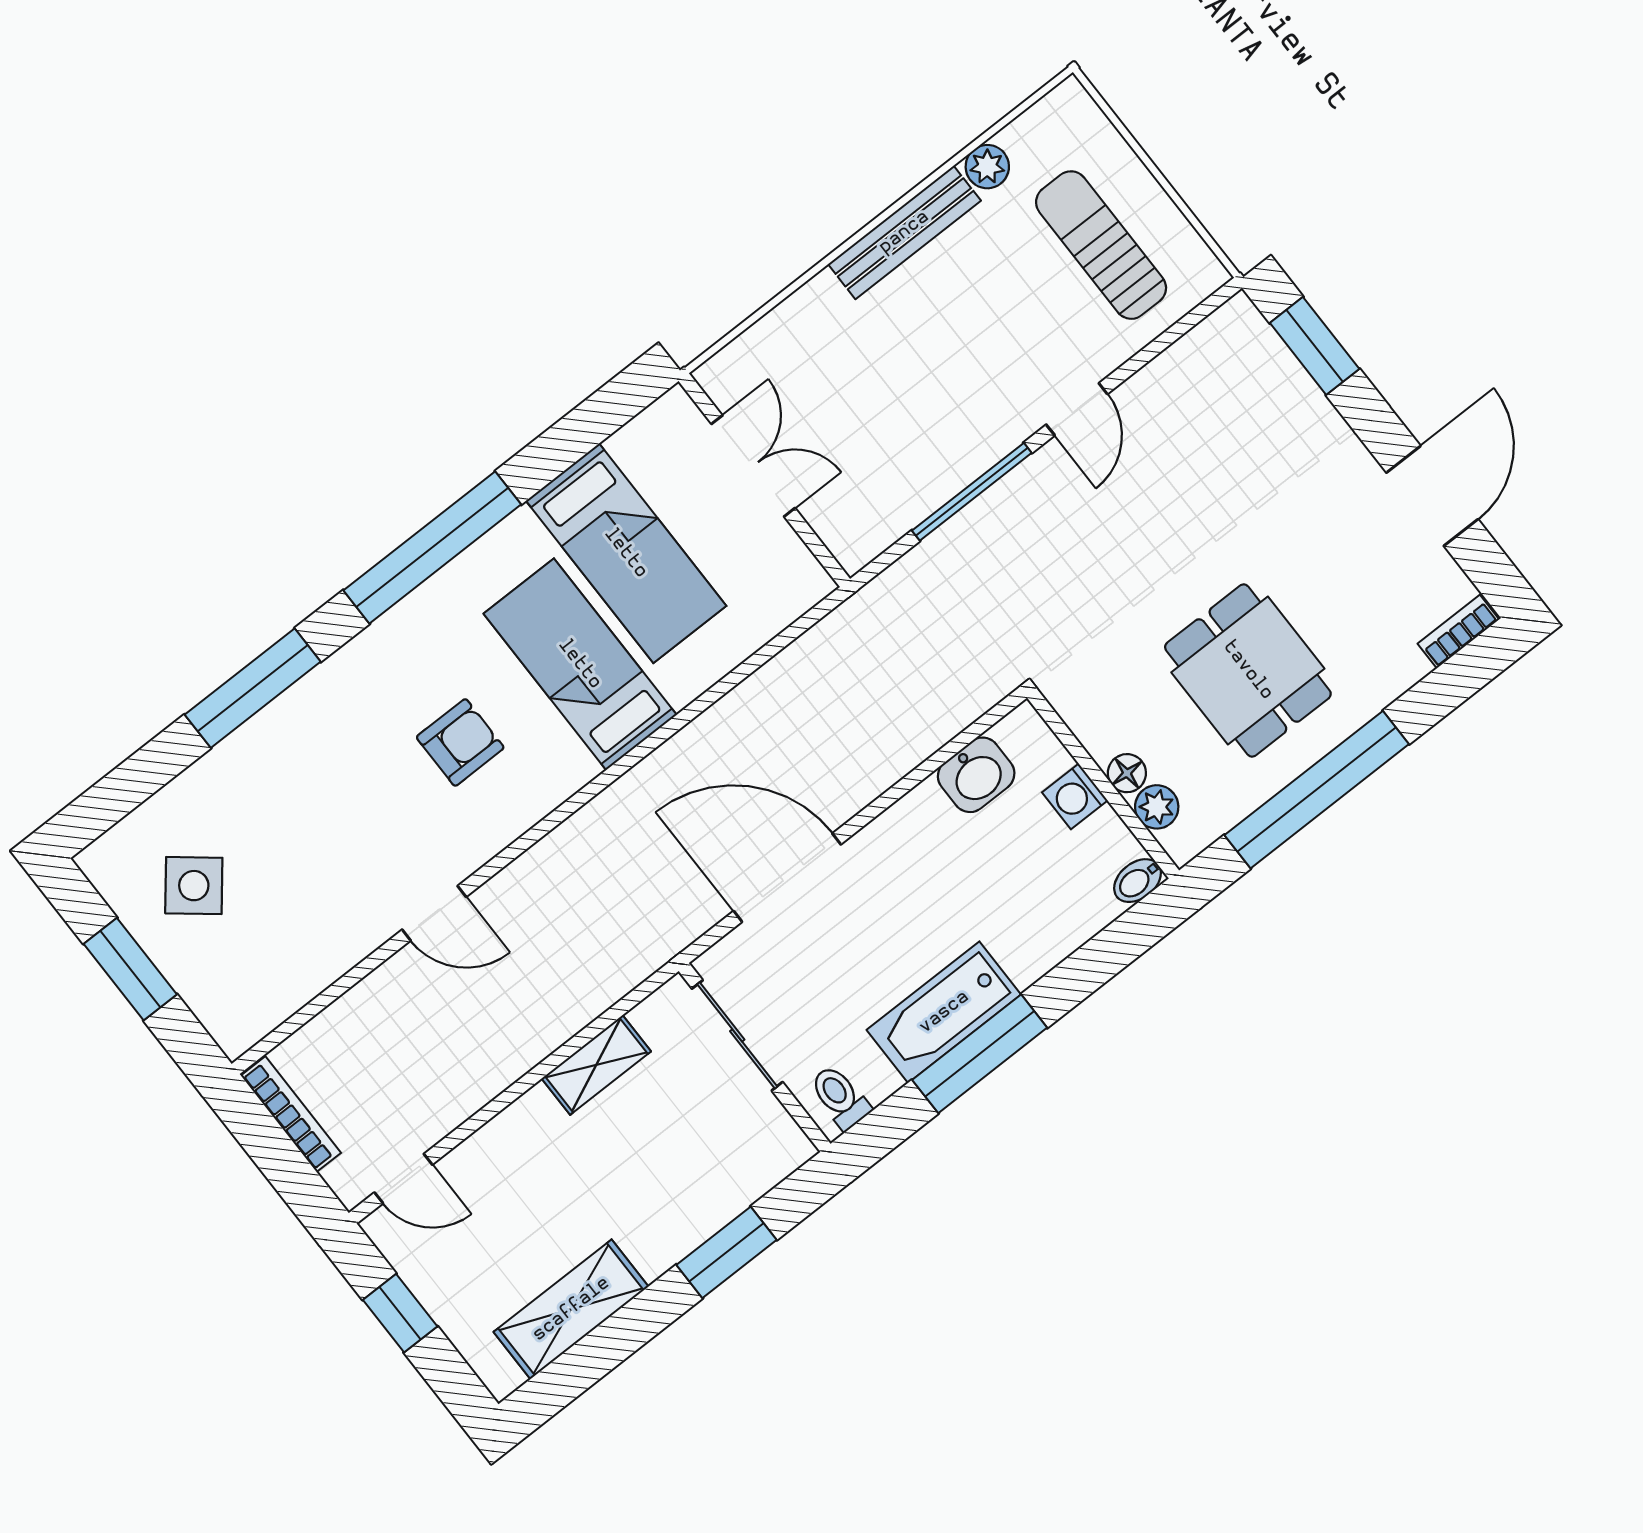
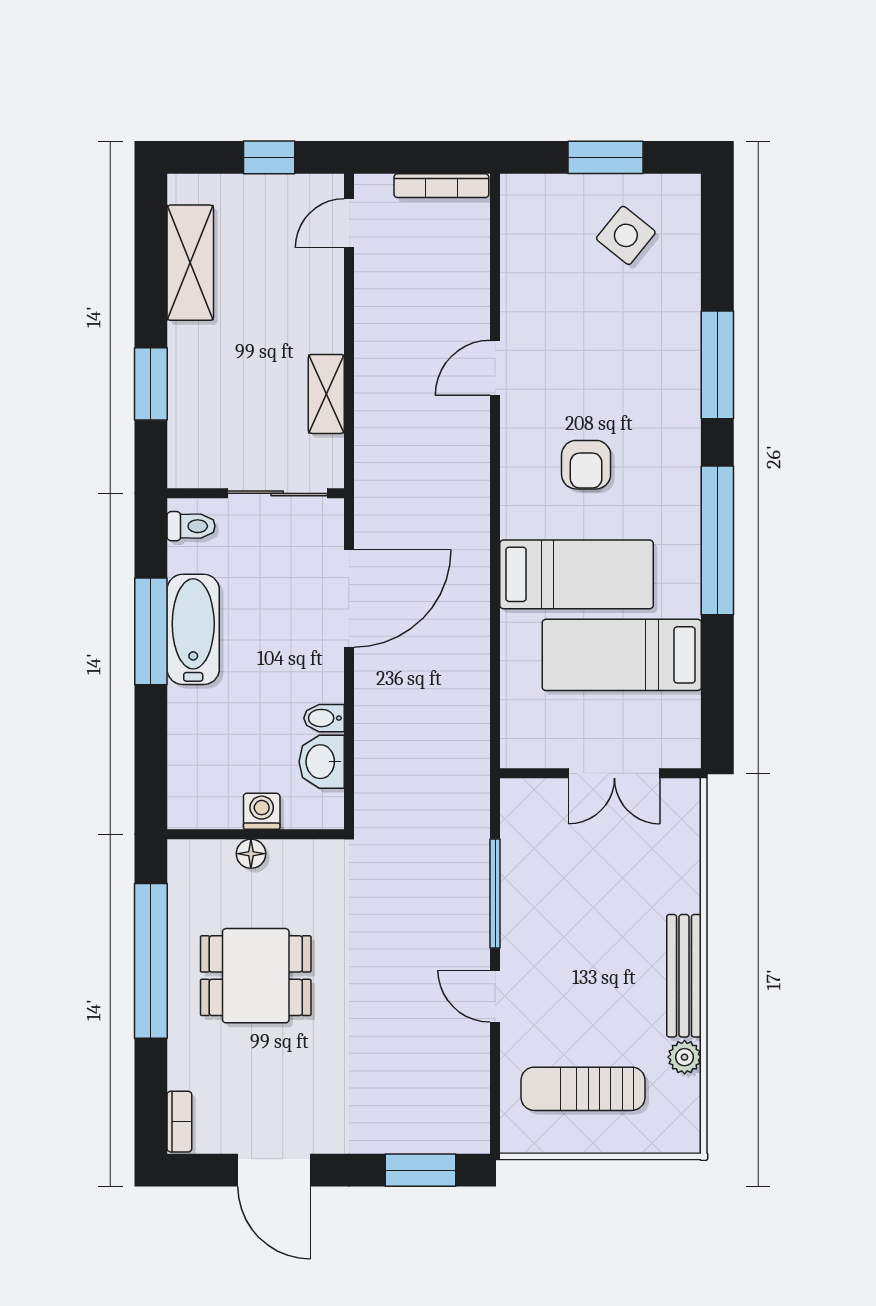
sun lounger: (1101, 245) -> (583, 1089), turned 180
plant: (1157, 807) -> (216, 856), removed
bidet: (1138, 881) -> (324, 718), moved, turned -90

